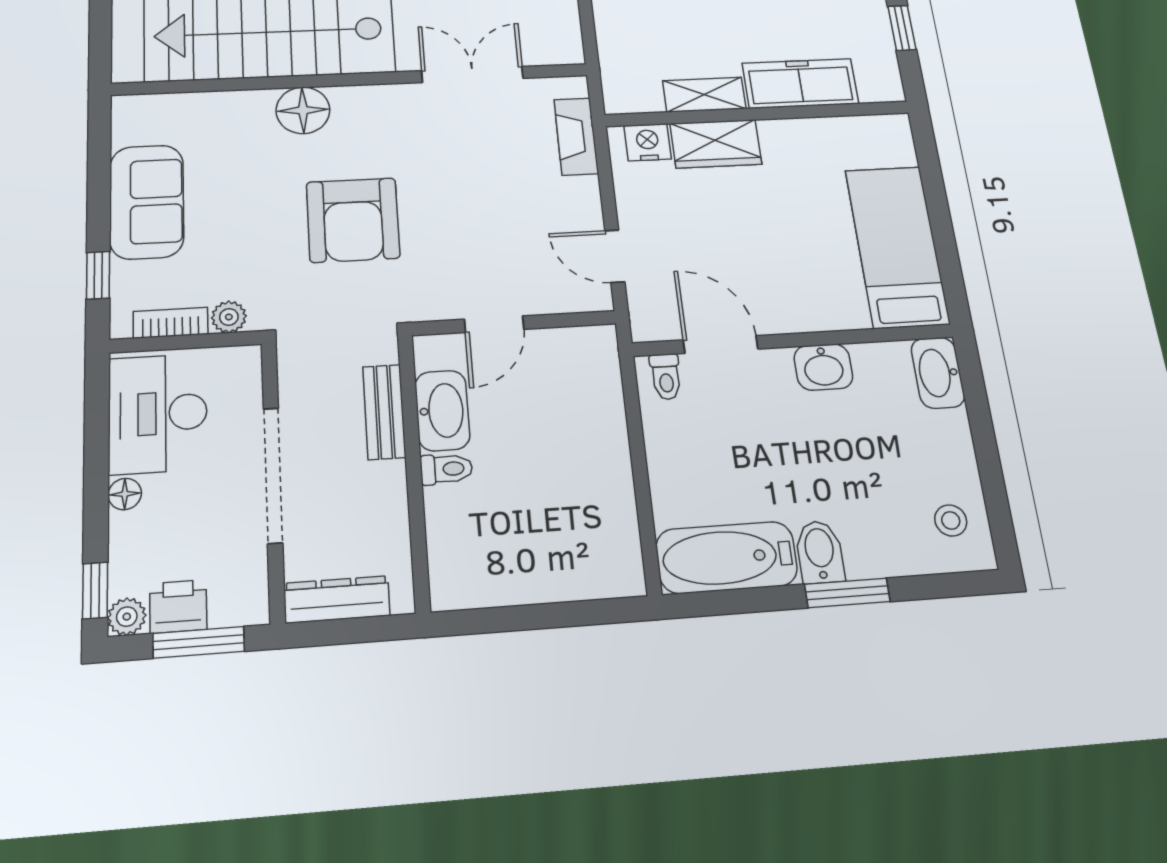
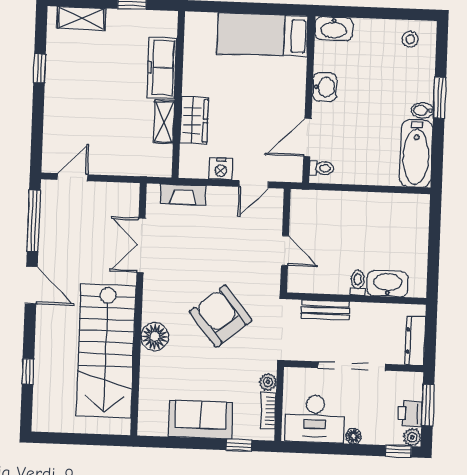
nightstand: (648, 142) -> (221, 169), moved, turned -90
armchair: (353, 220) -> (221, 316), turned -129
washbasin: (442, 411) -> (388, 284), moved
bidet: (820, 552) -> (422, 110), width x0.72, depth x0.74

